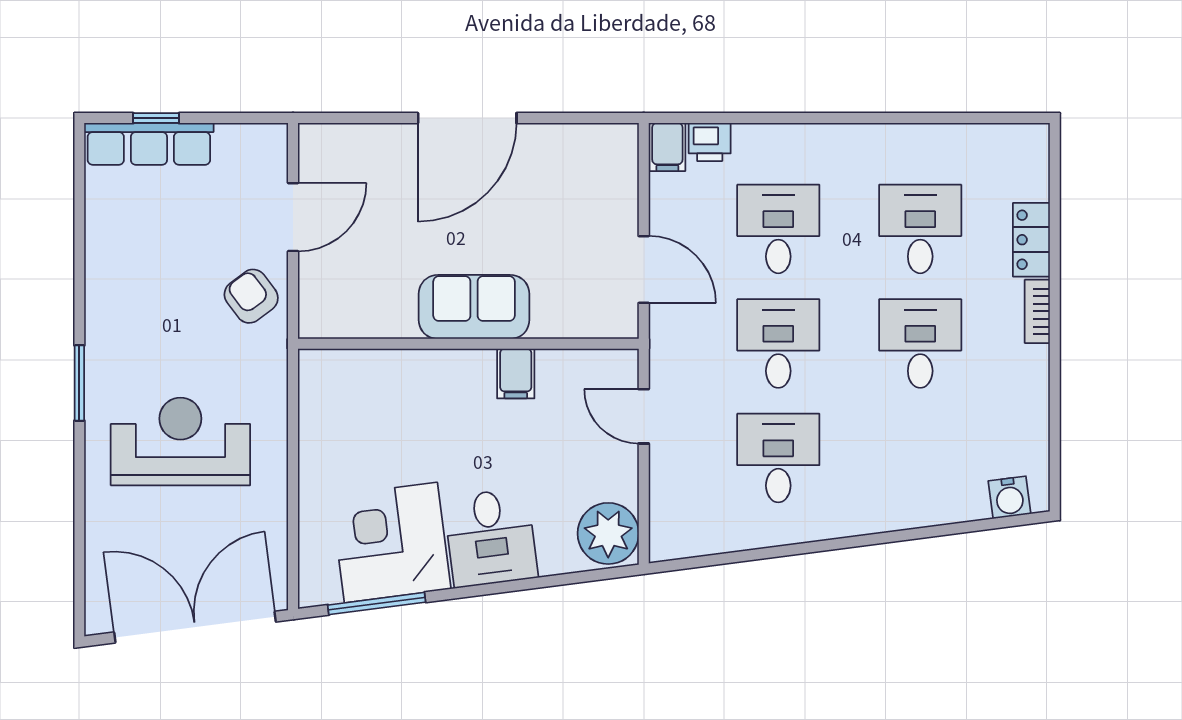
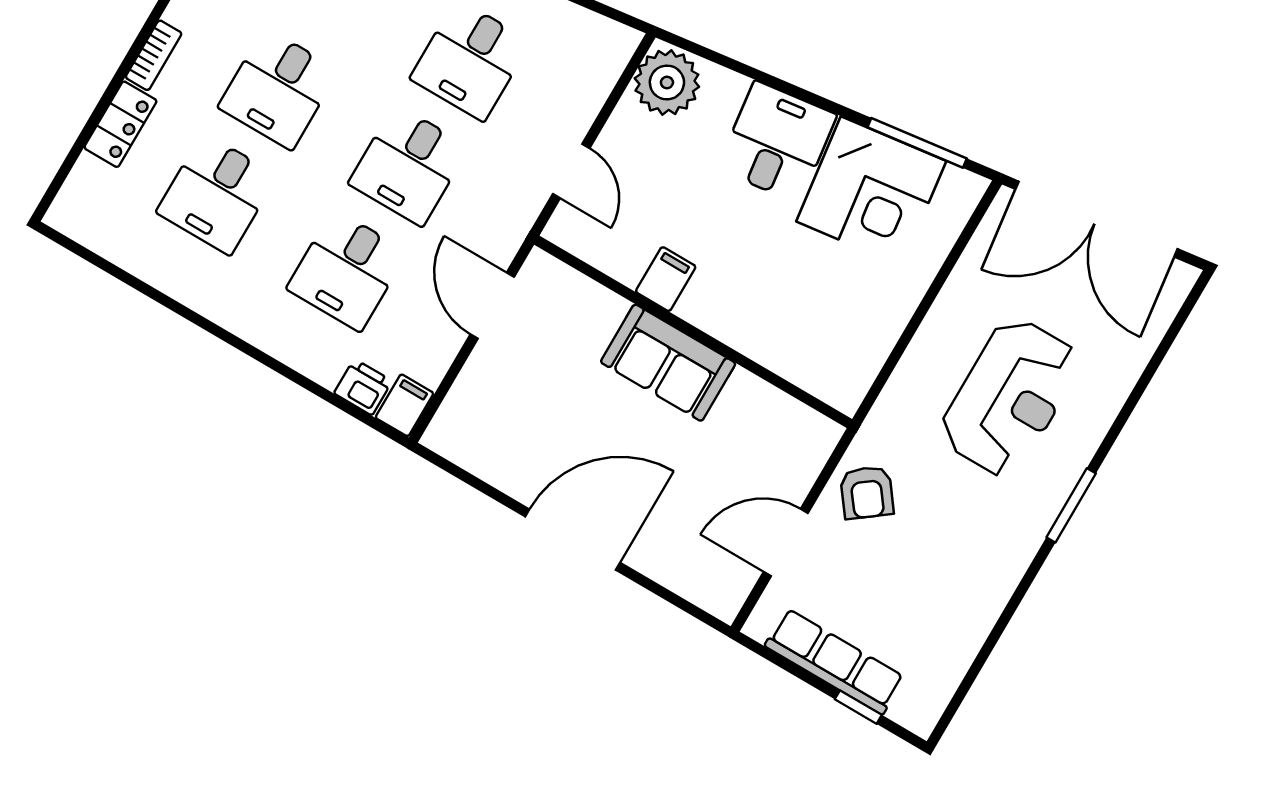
row of seats: (149, 144) -> (835, 661), moved
reception desk: (180, 441) -> (1010, 397), turned -90

